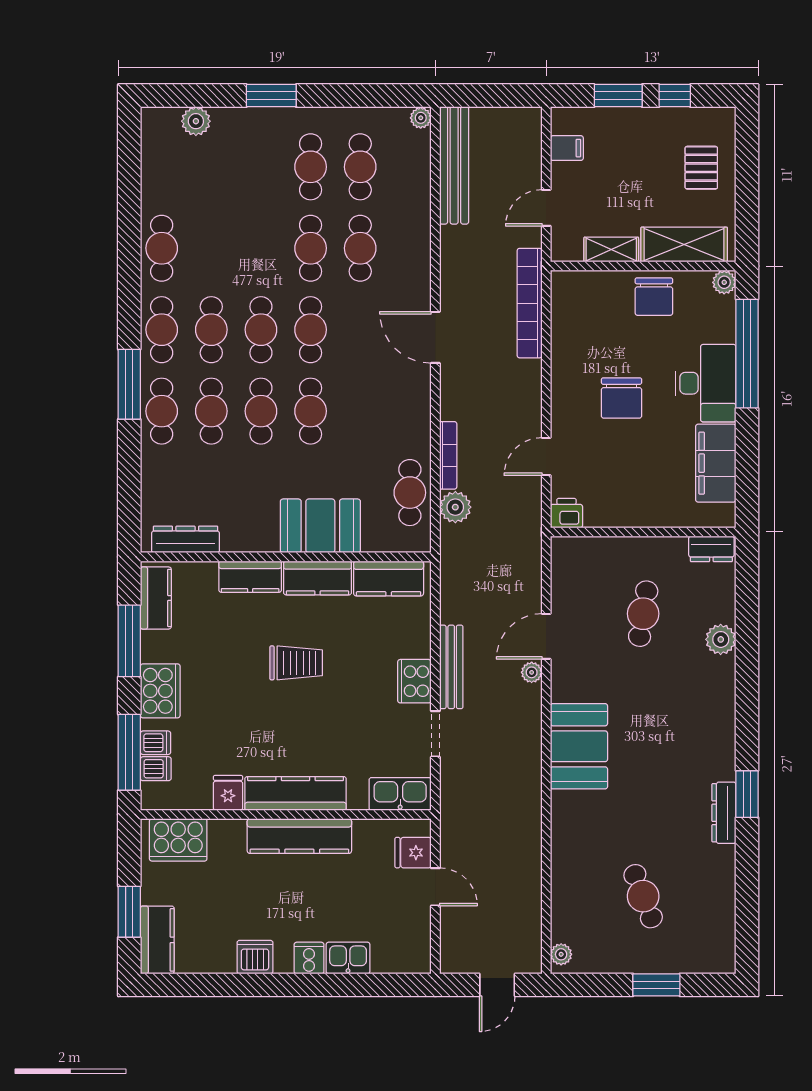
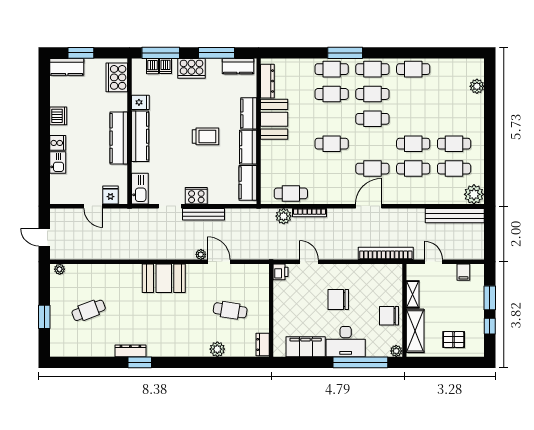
window: (271, 96) -> (490, 124), removed
plant: (421, 118) -> (474, 194), width x1.88, depth x1.88
cafe table: (311, 330) -> (372, 169), moved
cafe table: (261, 411) -> (332, 119), removed
booth: (320, 526) -> (274, 119), moved
trolley: (296, 663) -> (206, 136), turned -90
door: (435, 887) -> (93, 206), hinge flipped

